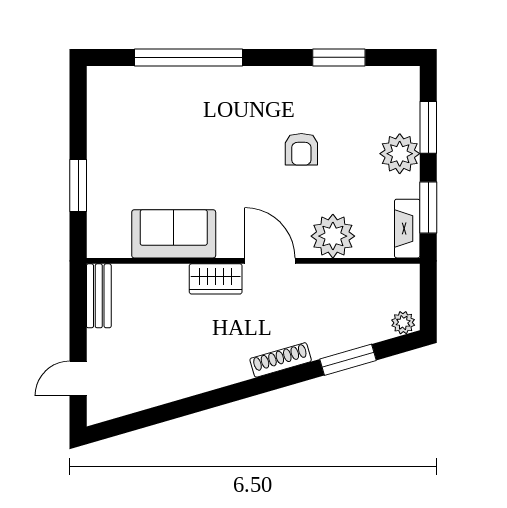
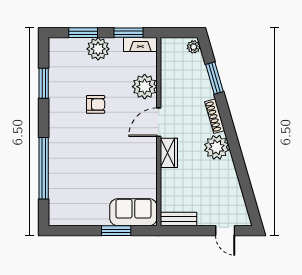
sofa: (174, 234) -> (133, 212), moved, turned 90
plant: (226, 363) -> (217, 147), added

